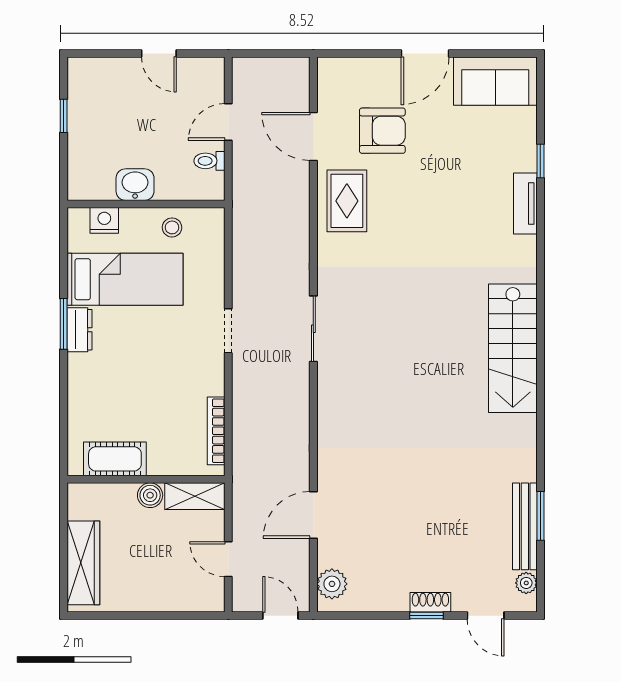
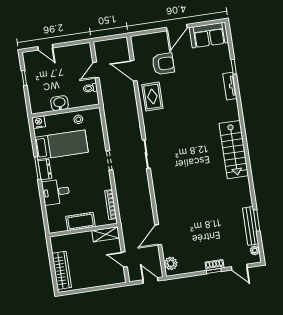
door: (159, 54) -> (45, 47), moved
nightstand: (104, 220) -> (39, 122), moved
desk: (97, 384) -> (56, 192), added
cot: (115, 459) -> (80, 222), moved
boiler: (150, 495) -> (86, 237), removed

